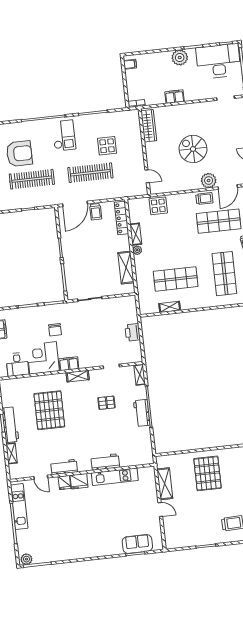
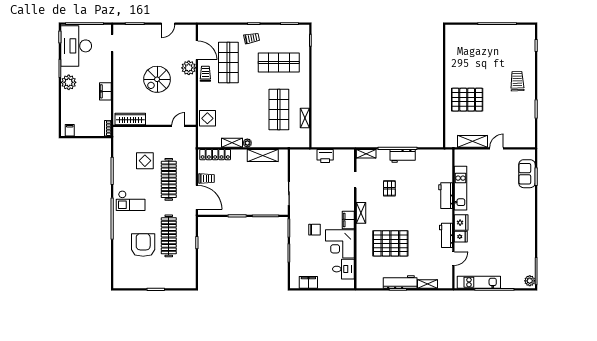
checkout: (64, 135) -> (131, 201), turned 180

